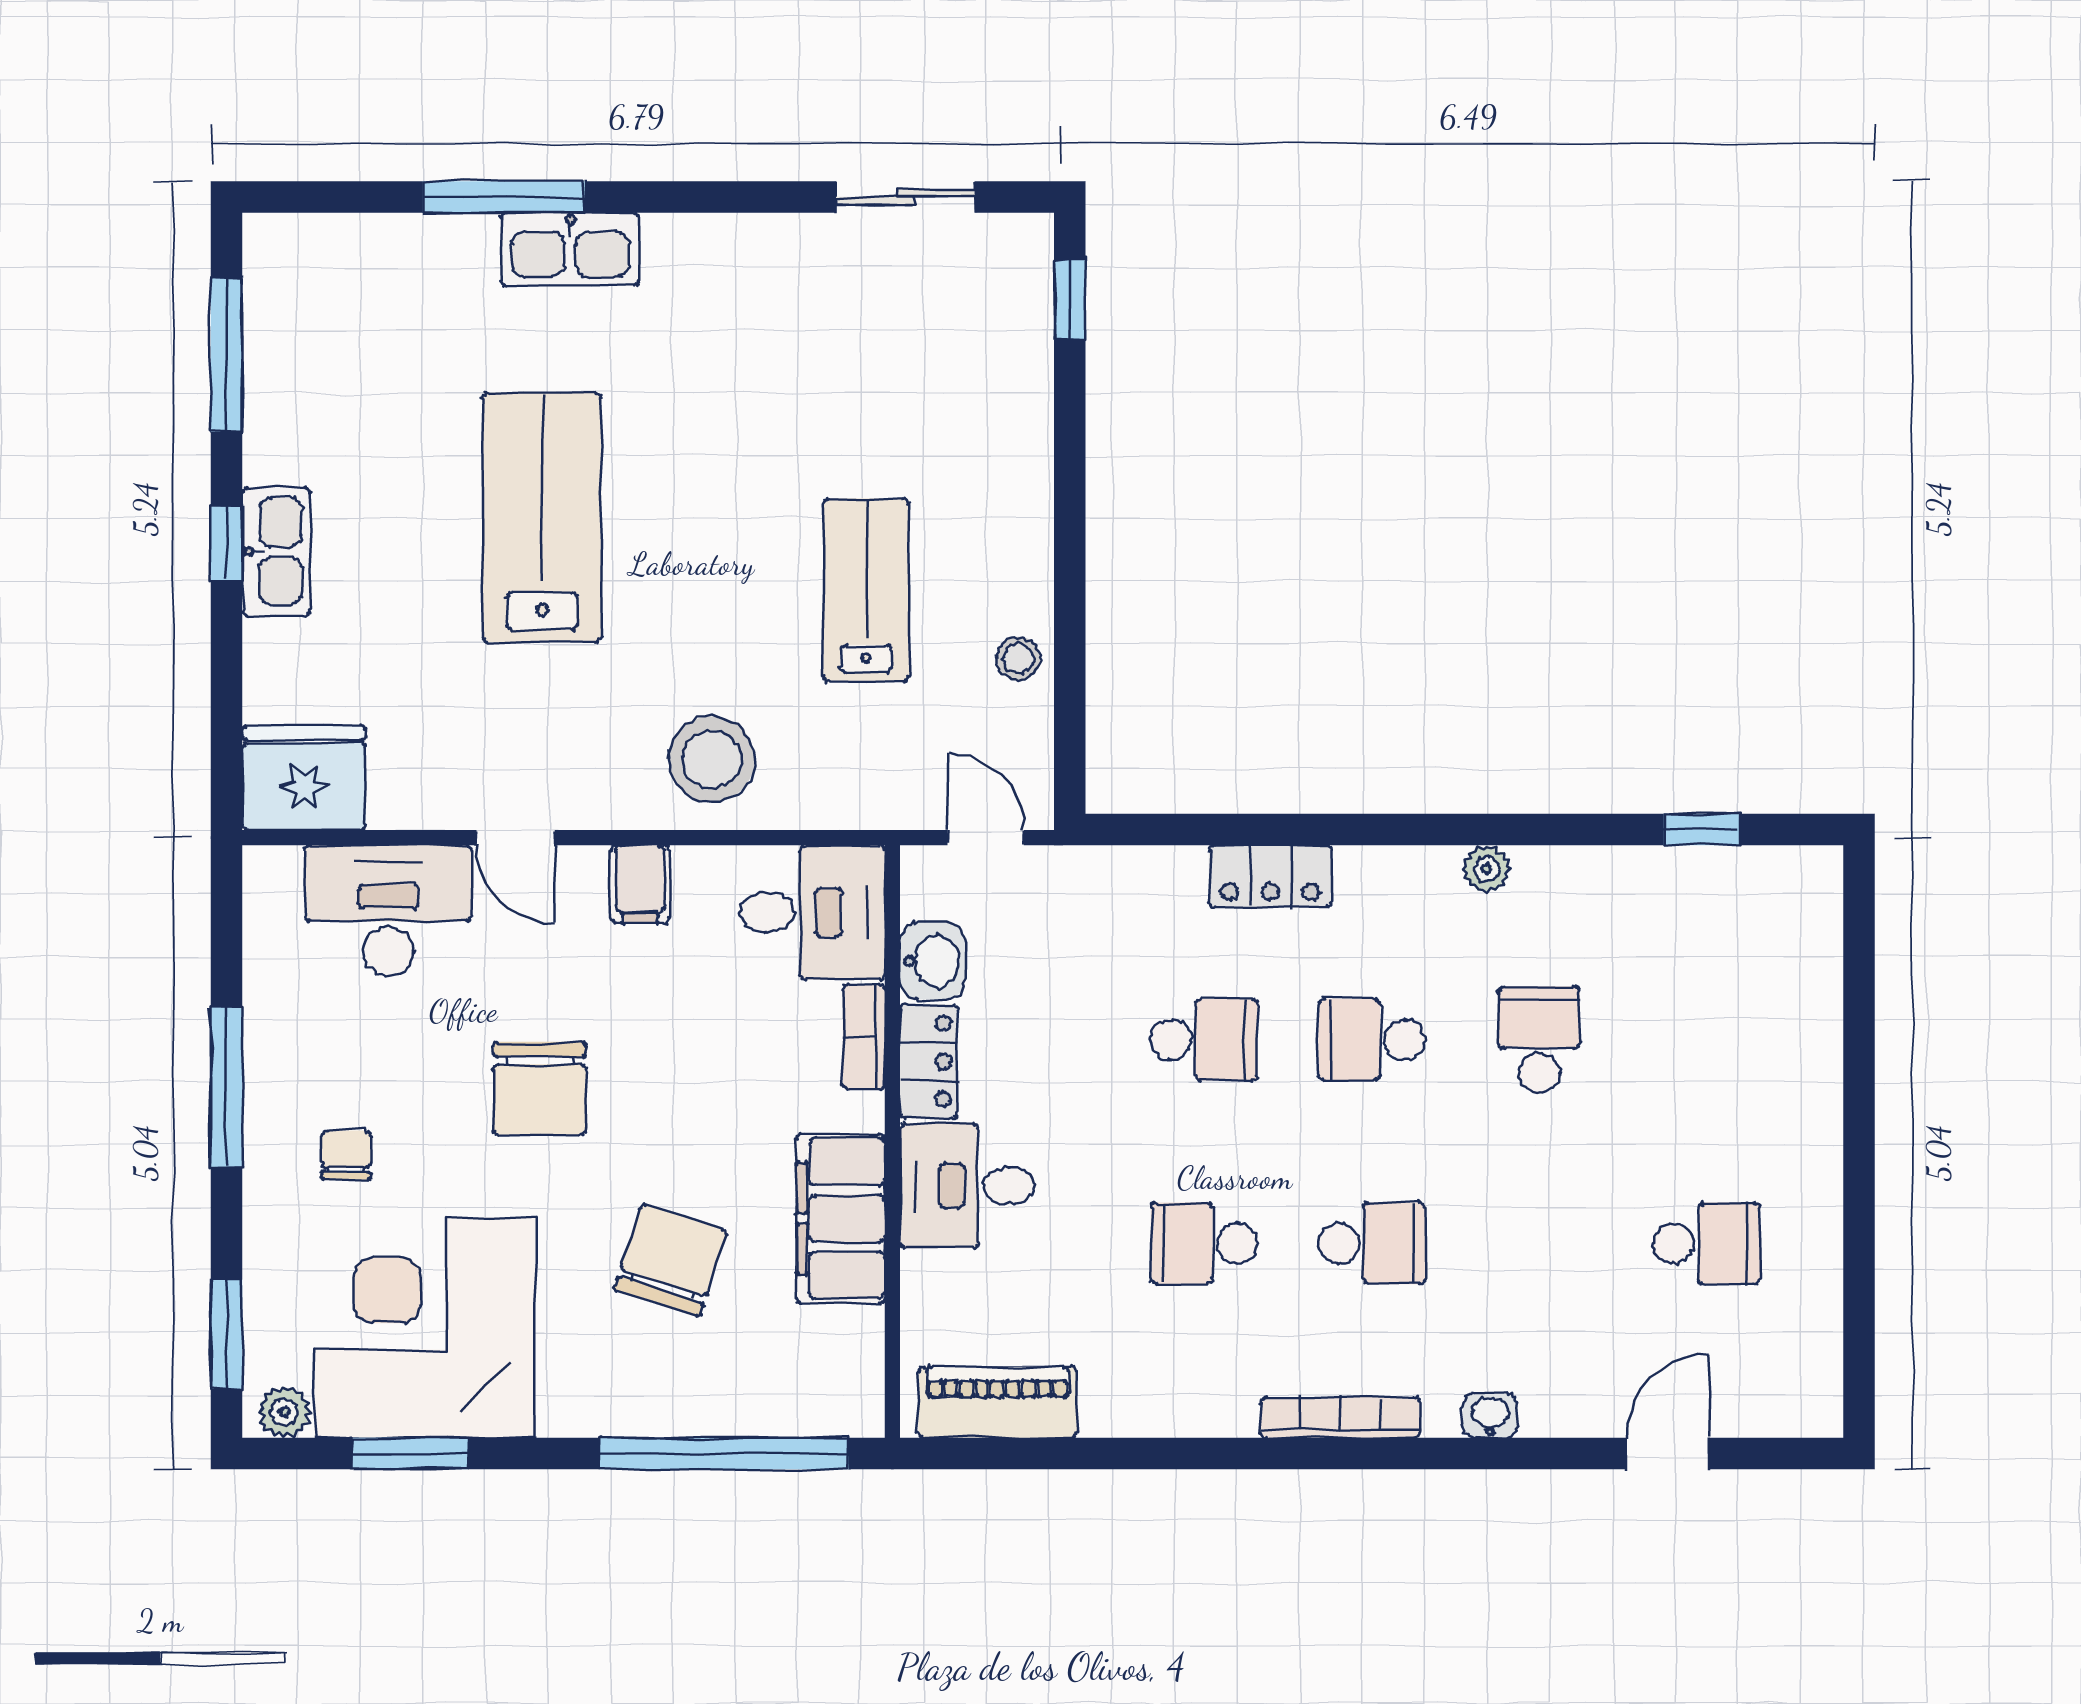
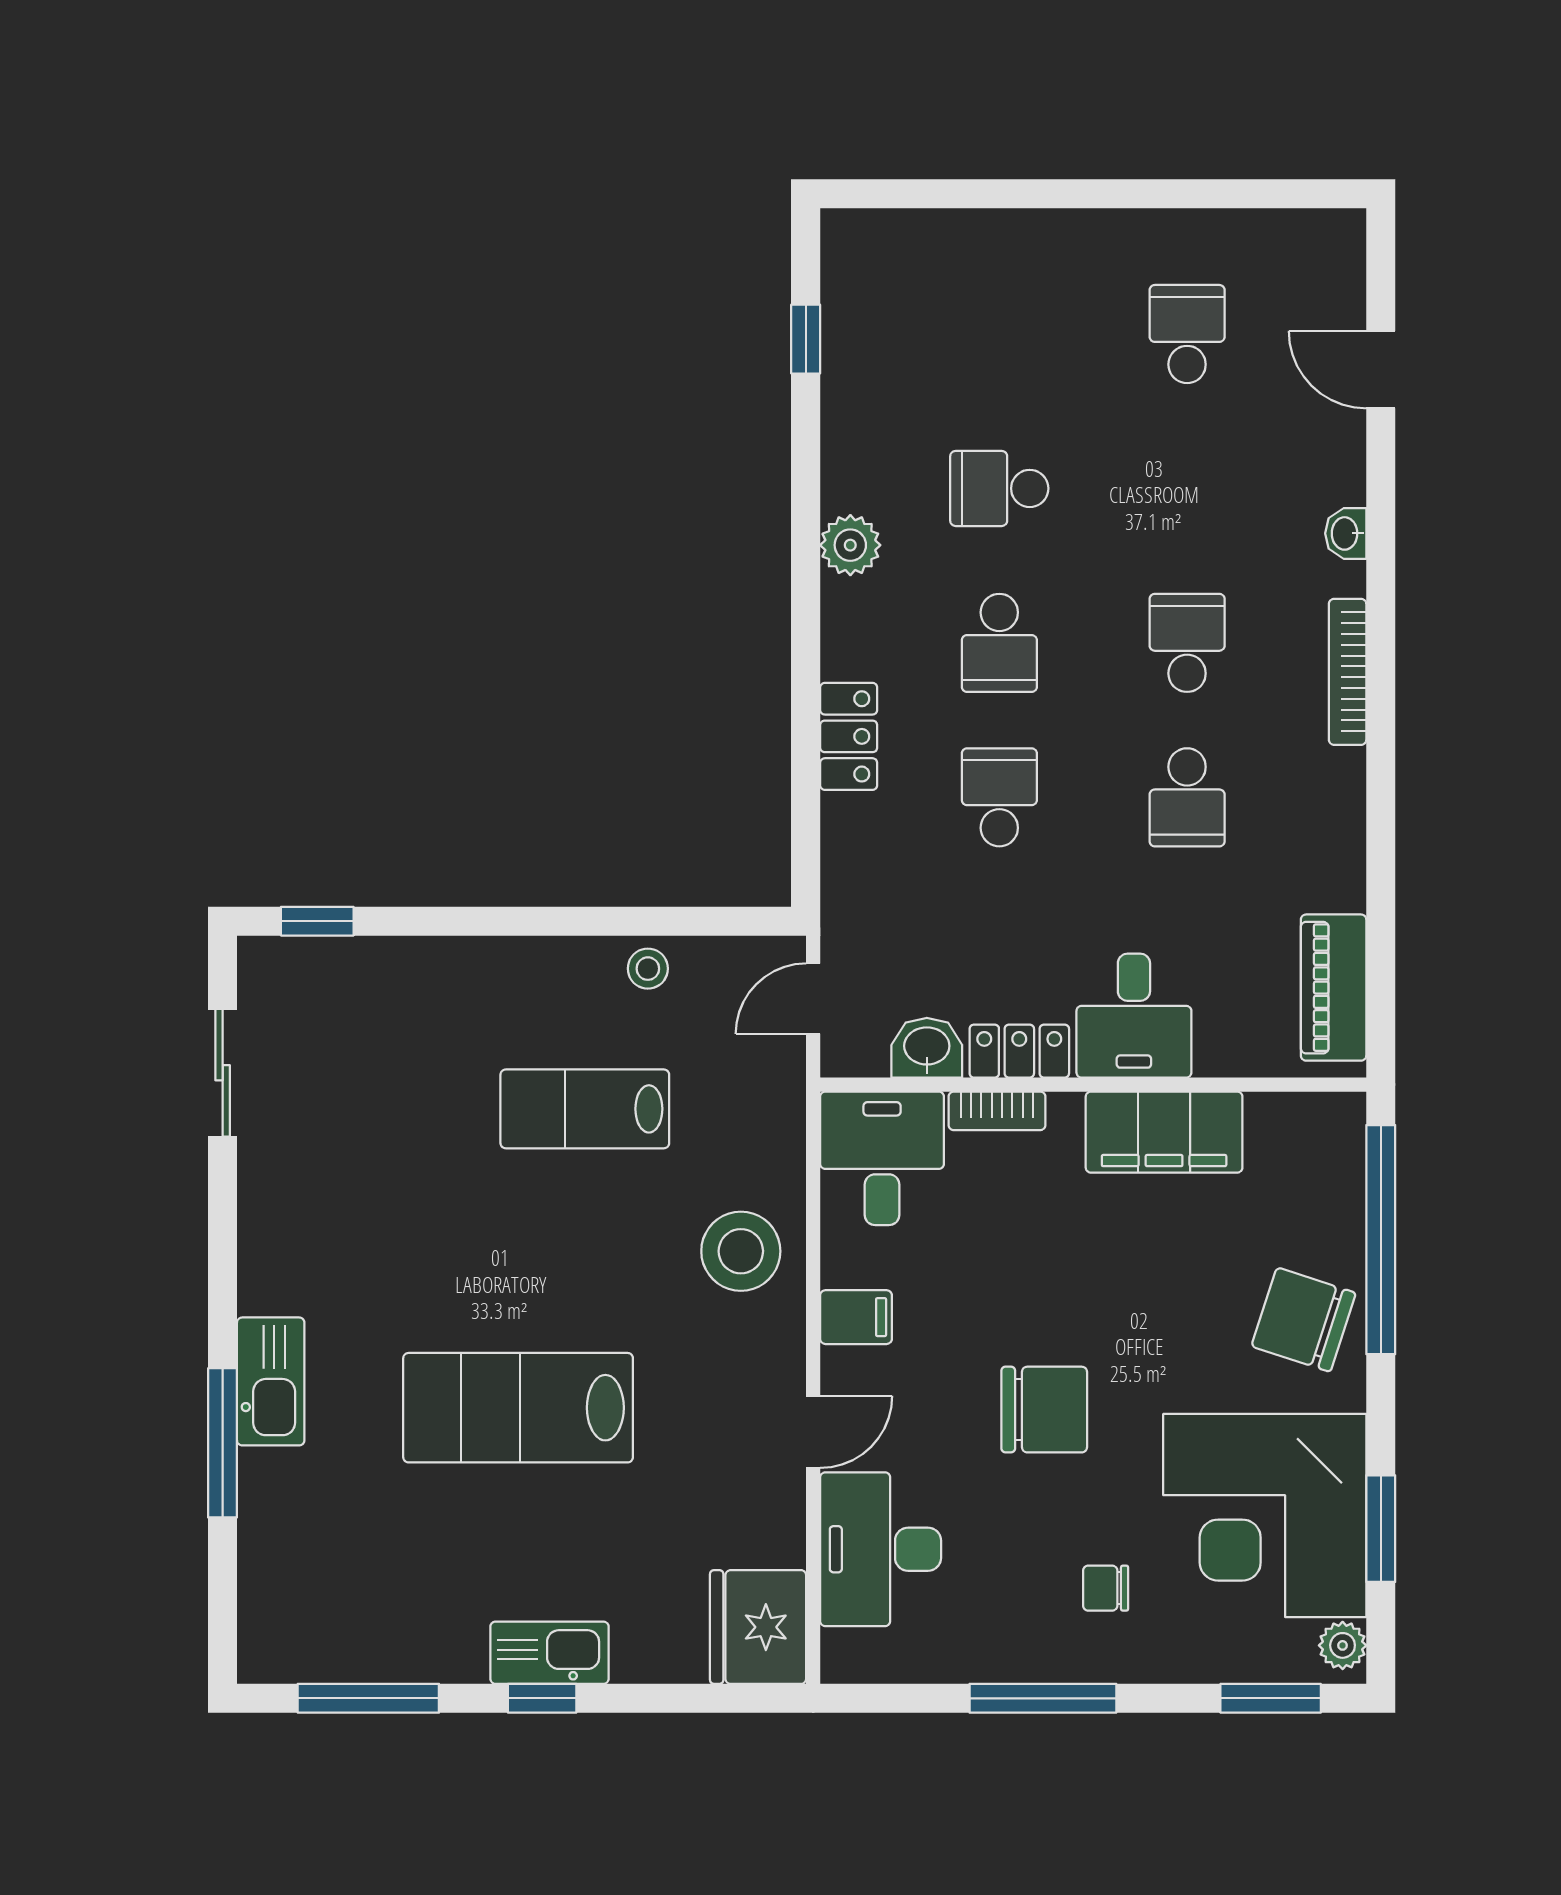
plant: (1487, 869) -> (850, 545), width x1.38, depth x1.38
chair: (670, 1260) -> (1304, 1320), moved

